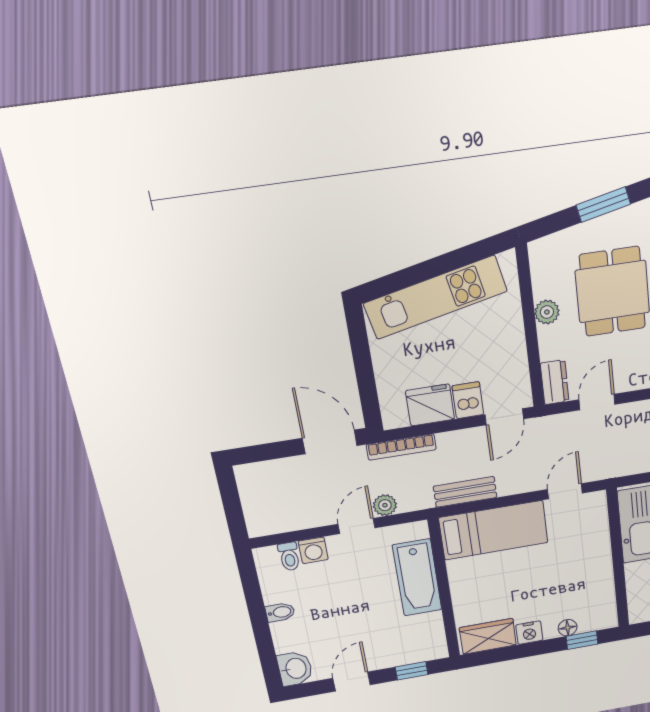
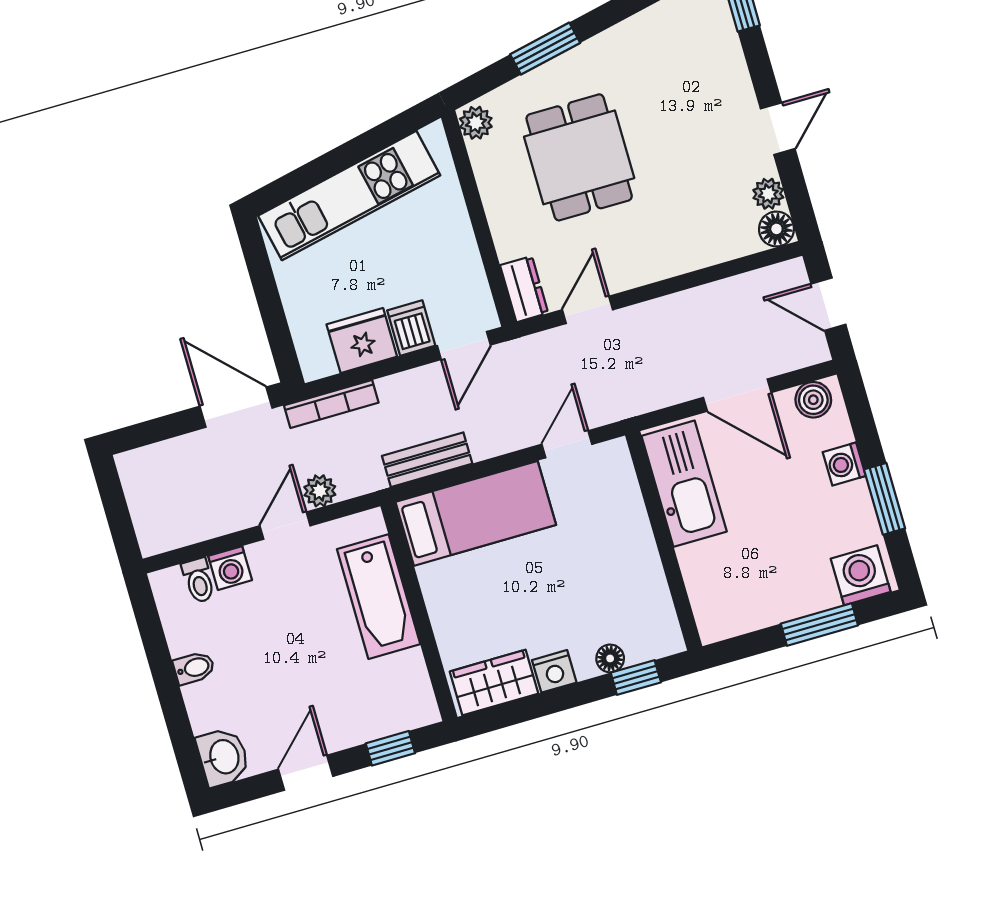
plant: (547, 312) -> (476, 123), moved

